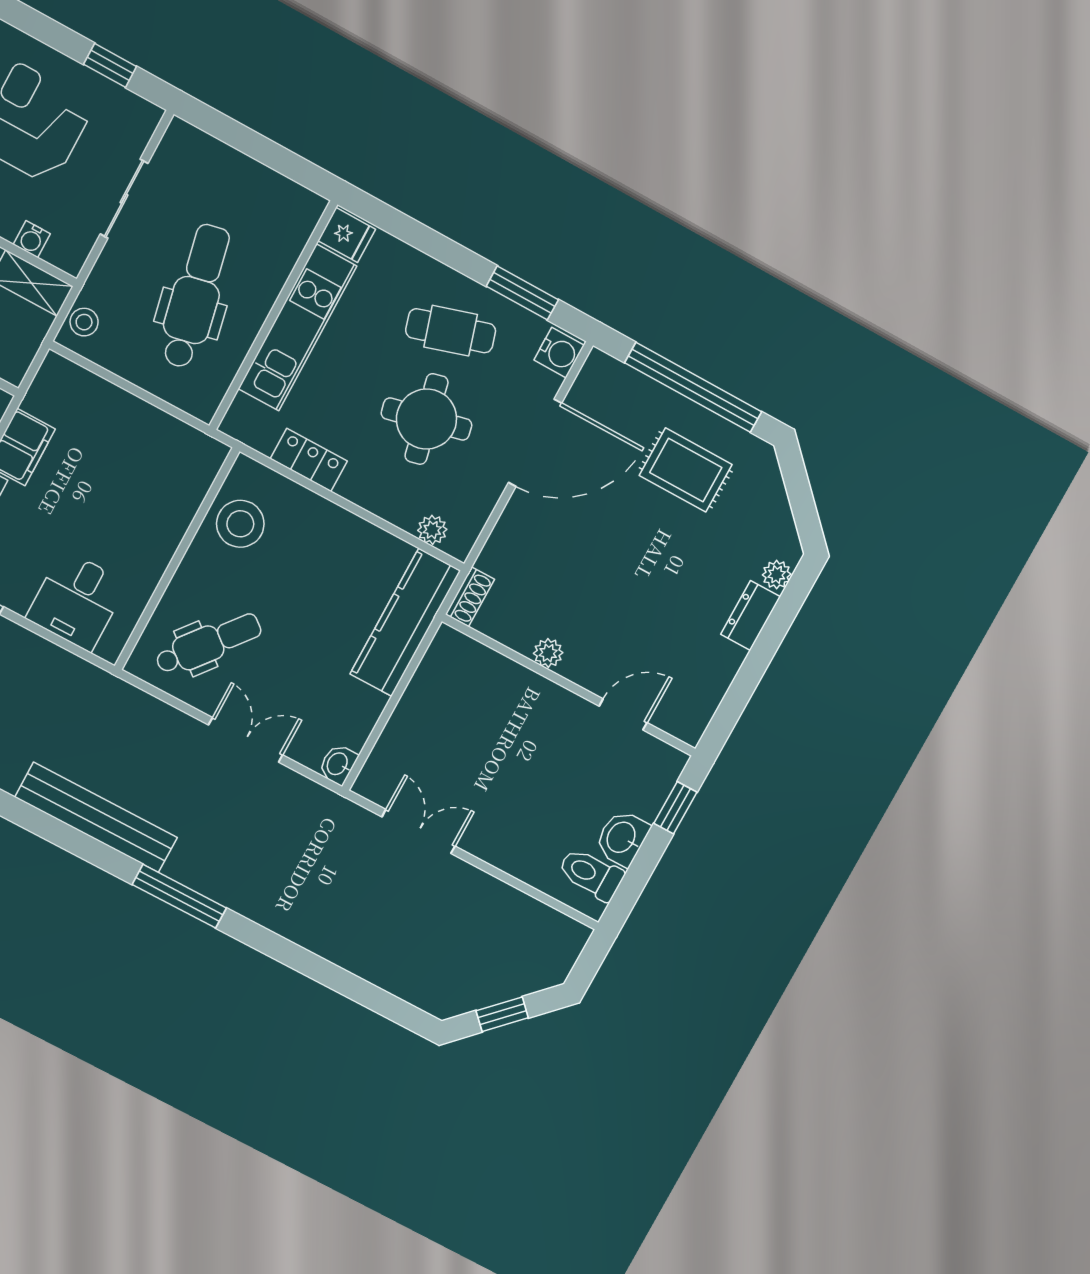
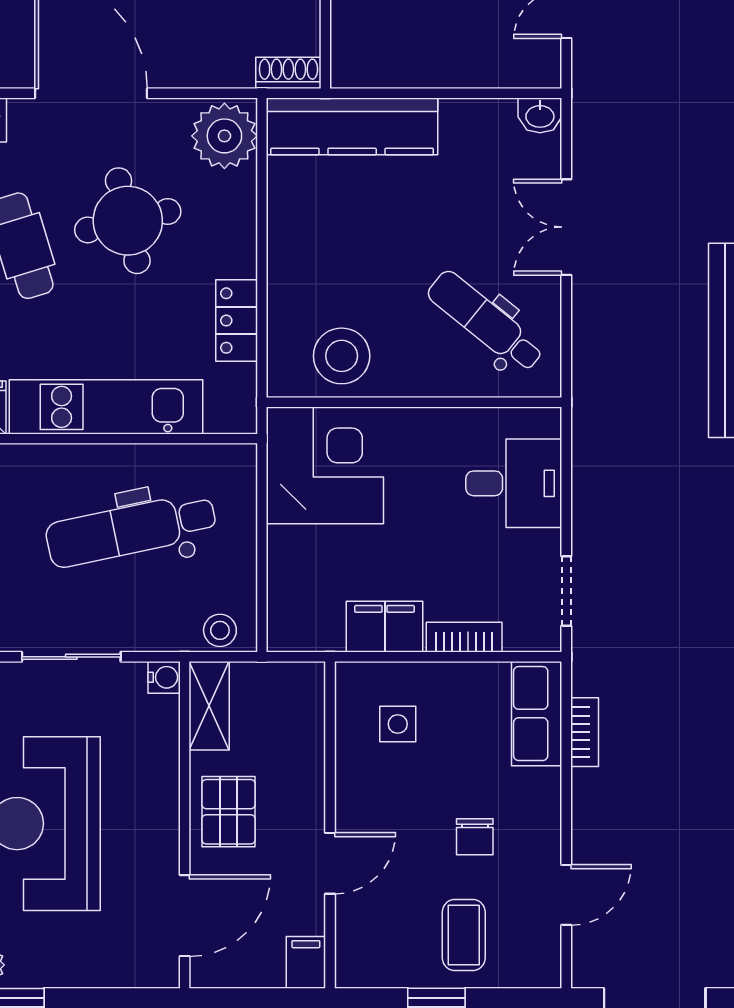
water cooler: (32, 239) -> (164, 677), moved
corner desk: (166, 467) -> (325, 465), added
plant: (432, 530) -> (224, 136), width x1.88, depth x1.88

